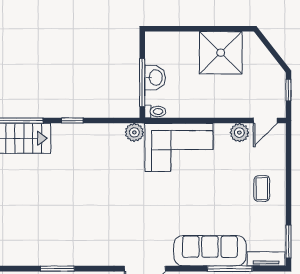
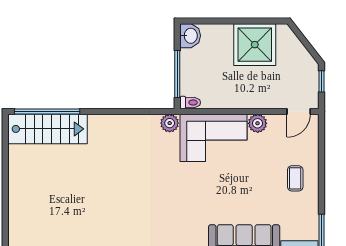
washbasin: (155, 78) -> (190, 36), moved
window: (72, 121) -> (108, 111), removed
plant: (239, 133) -> (258, 123), moved

